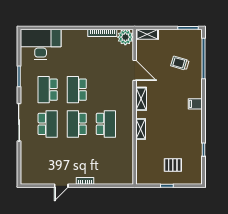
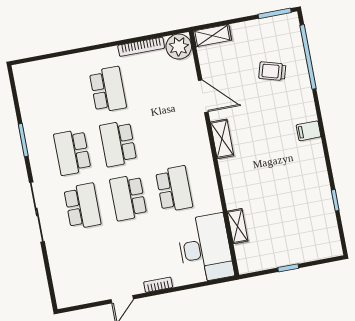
desk: (41, 44) -> (205, 248), moved, turned 90
school desk: (77, 55) -> (108, 90), added
shelving: (141, 129) -> (238, 226), moved
pallet: (173, 165) -> (291, 234), removed

